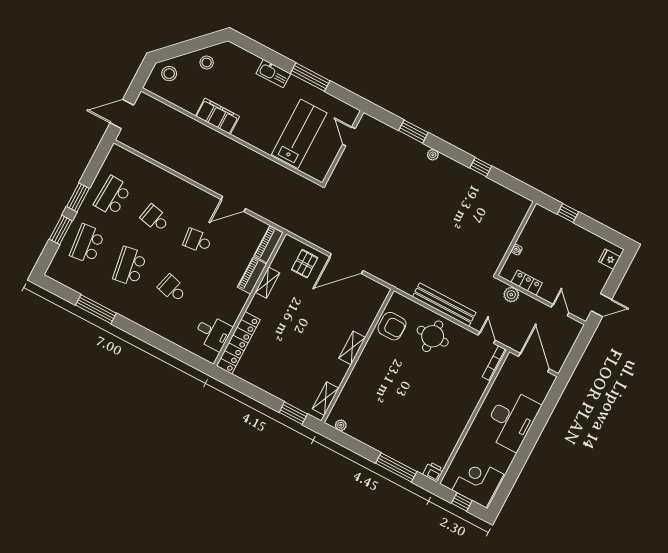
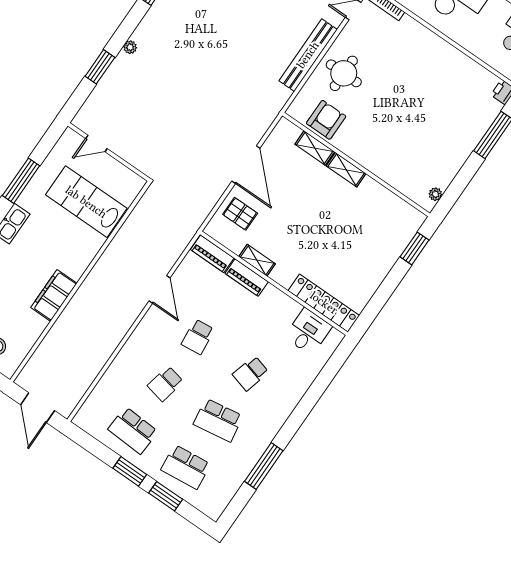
shelving: (326, 399) -> (315, 148), moved

